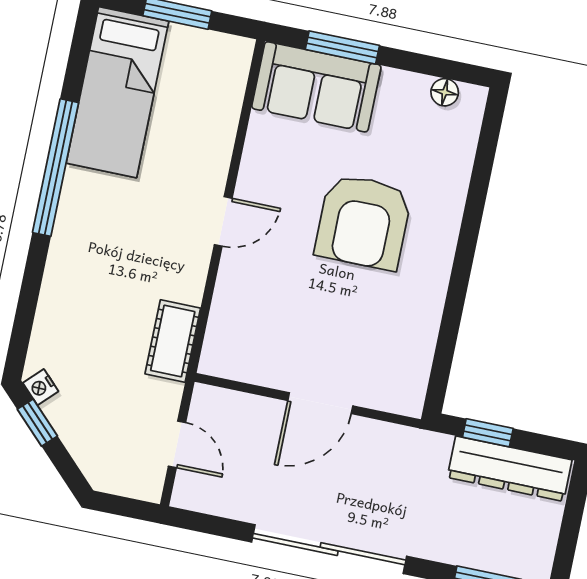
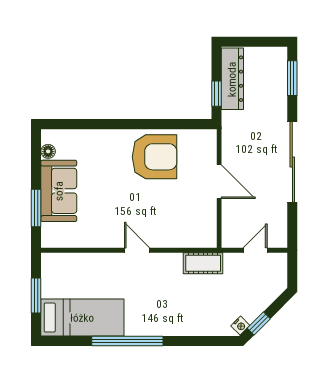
sofa: (316, 87) -> (59, 191), moved
armchair: (363, 222) -> (155, 157), moved

